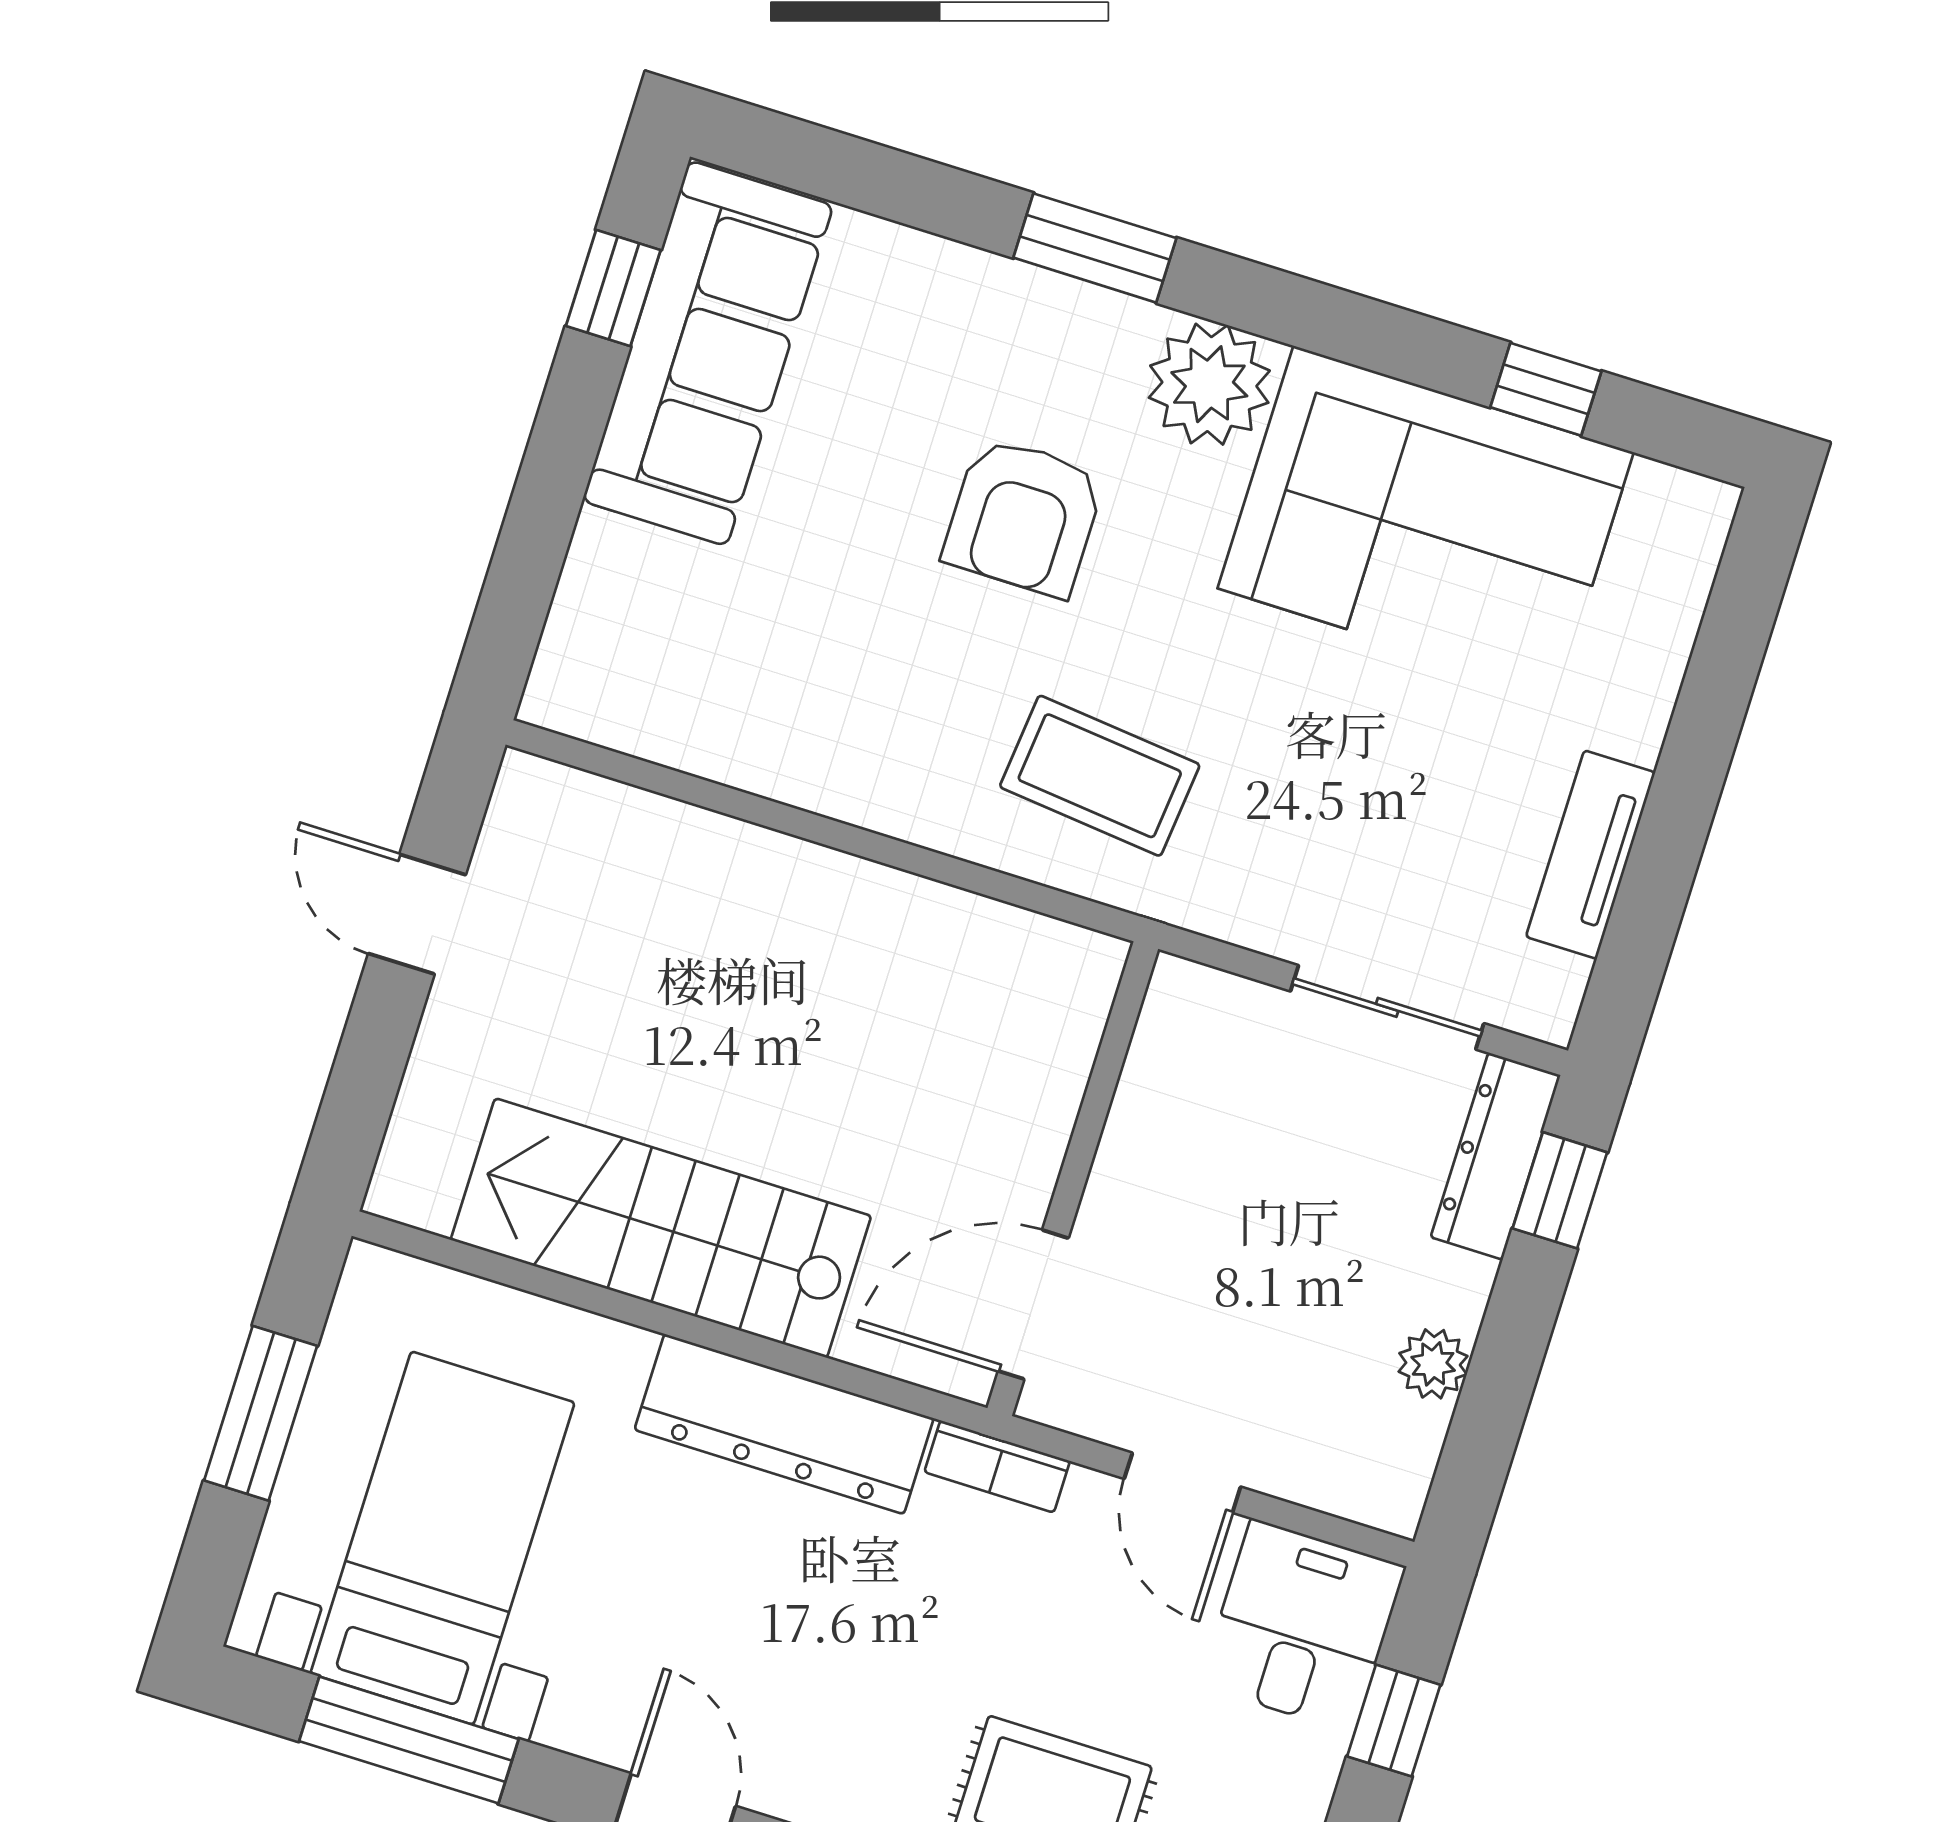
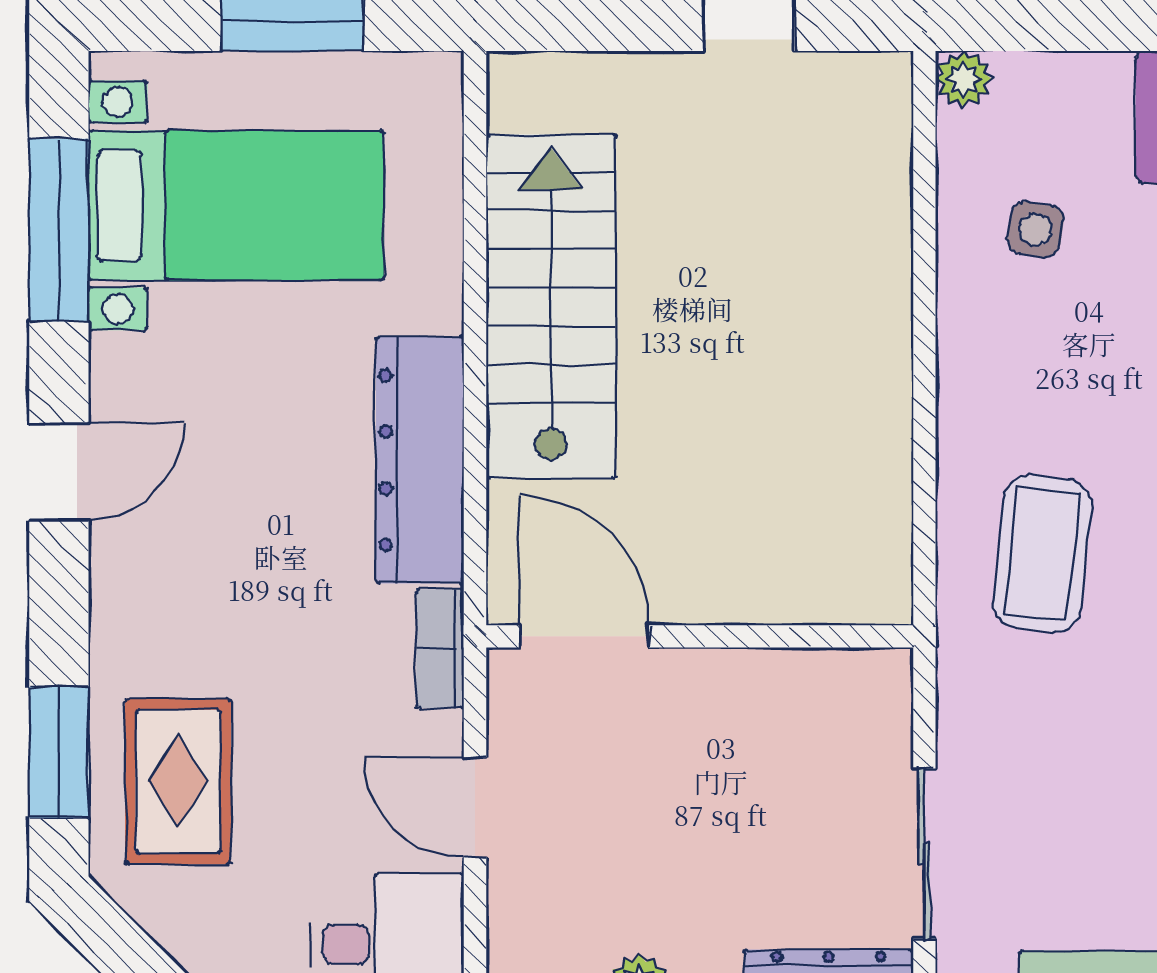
side table: (743, 672) -> (1035, 230), added
plant: (553, 699) -> (963, 79), added
door: (1182, 1483) -> (475, 807), hinge flipped

